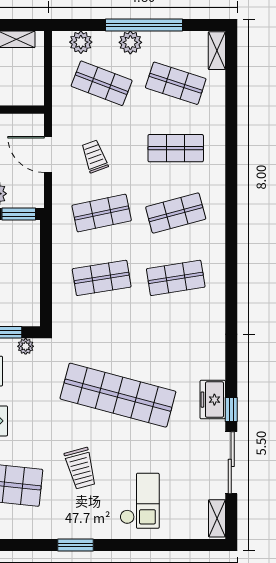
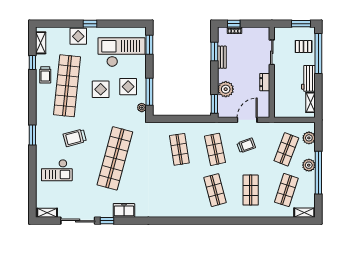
shop shelf: (176, 278) -> (179, 190), removed
freezer: (213, 400) -> (124, 210), moved

